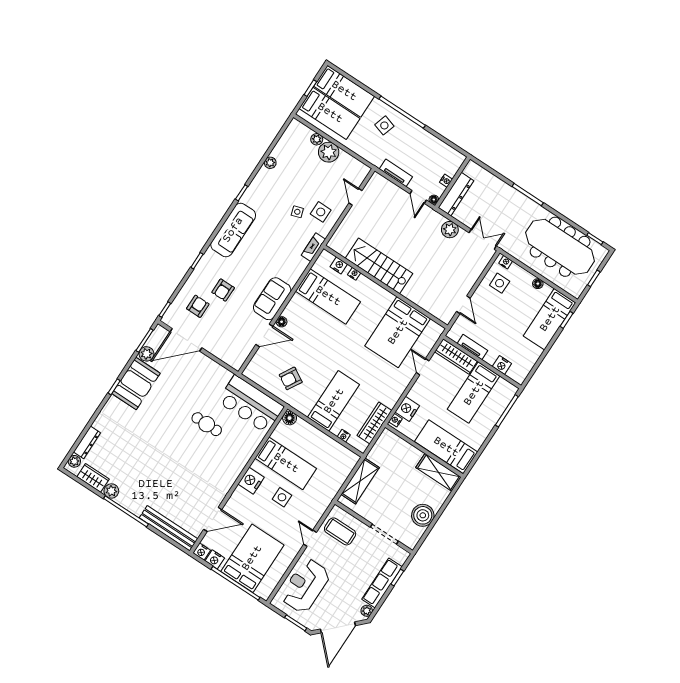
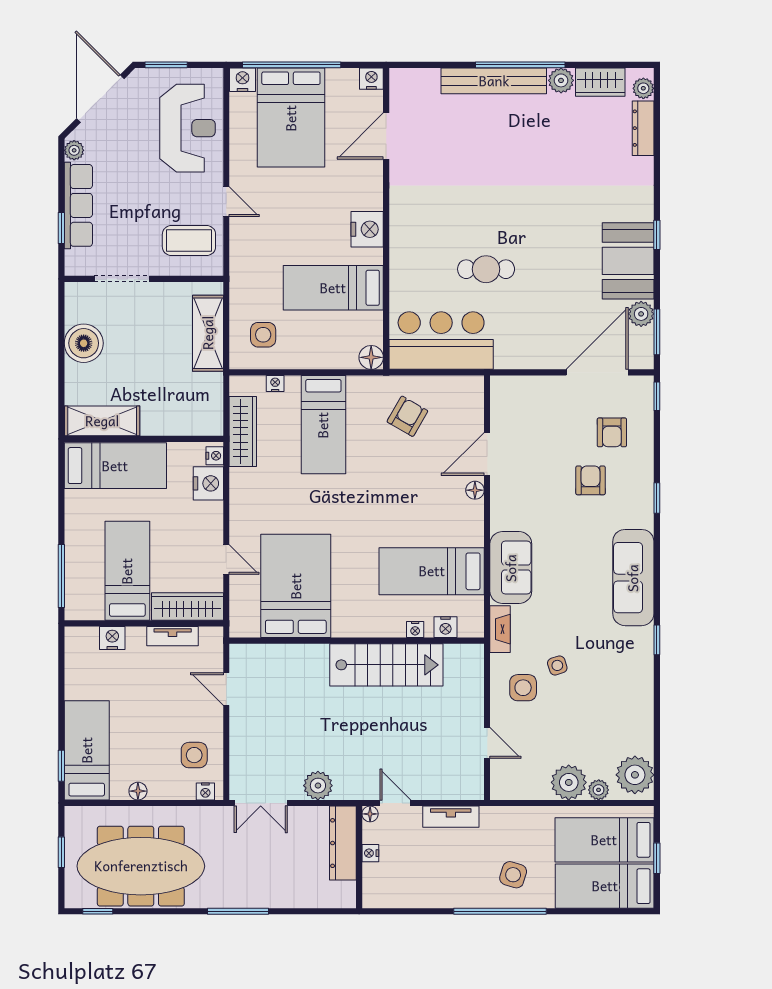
plant: (270, 163) -> (635, 775), moved, width x1.87, depth x1.87
sofa: (272, 299) -> (511, 568), moved
side table: (282, 497) -> (263, 335), moved
bench: (169, 528) -> (494, 81), moved
nightstand: (215, 559) -> (243, 80), moved

